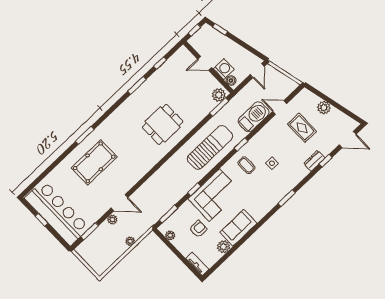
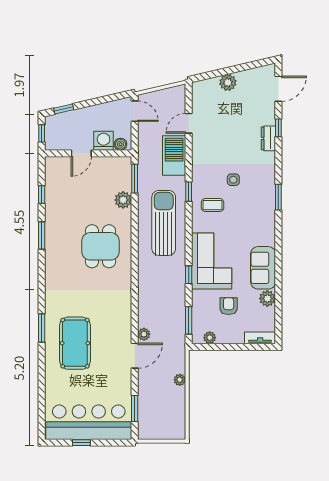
plant: (219, 95) -> (123, 200), moved
rug: (302, 128) -> (227, 121), removed
plant: (112, 220) -> (144, 334), moved

